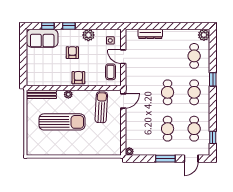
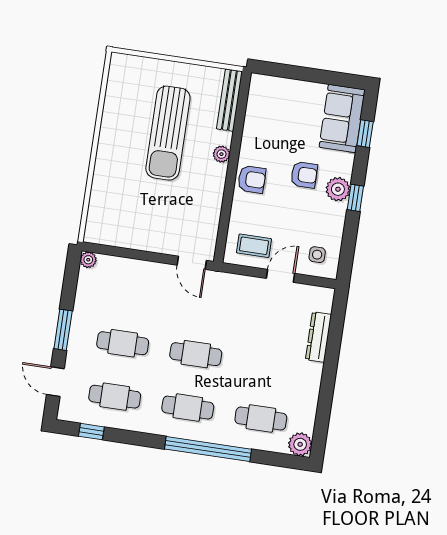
window: (69, 26) -> (355, 198), moved
plant: (88, 35) -> (338, 189), moved
window: (213, 79) -> (208, 449), width x3.17
sun lounger: (101, 107) -> (185, 217), removed

